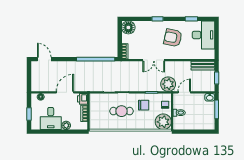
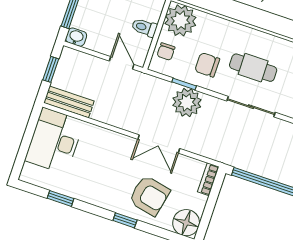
desk: (203, 35) -> (54, 141), moved
armchair: (173, 38) -> (149, 196), moved
double door: (154, 60) -> (159, 144), swing flipped
plant: (168, 84) -> (187, 103), moved
door: (184, 92) -> (122, 63), swing flipped

